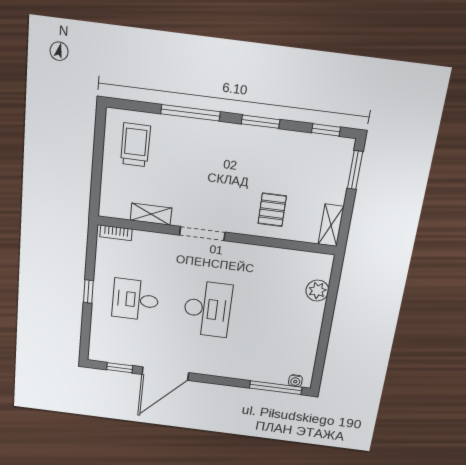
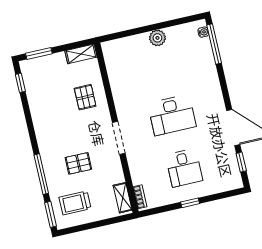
window: (261, 122) -> (50, 214), moved
pallet: (187, 169) -> (78, 163), added
pallet: (272, 210) -> (85, 97), turned 90
shelving: (151, 214) -> (123, 198), moved
plant: (317, 291) -> (157, 38), moved
desk: (207, 309) -> (172, 115), turned 180

